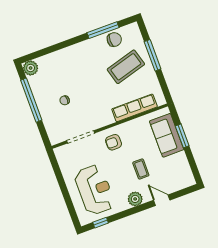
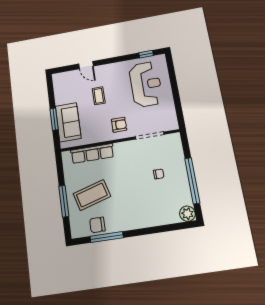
reception desk: (95, 190) -> (146, 84), turned 180
plant: (135, 199) -> (110, 70), removed

